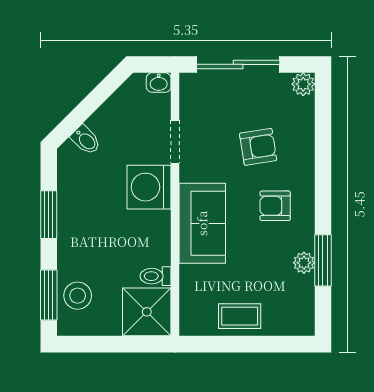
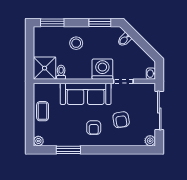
armchair: (275, 206) -> (94, 128), turned 180
window: (49, 215) -> (100, 23), moved
sofa: (202, 223) -> (86, 94), width x1.36
plant: (304, 263) -> (38, 141), moved
stool: (78, 296) -> (76, 43), moved

